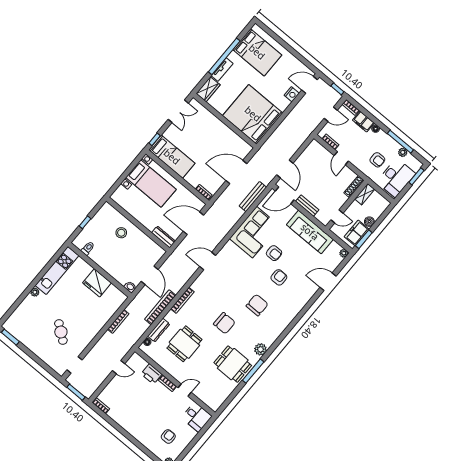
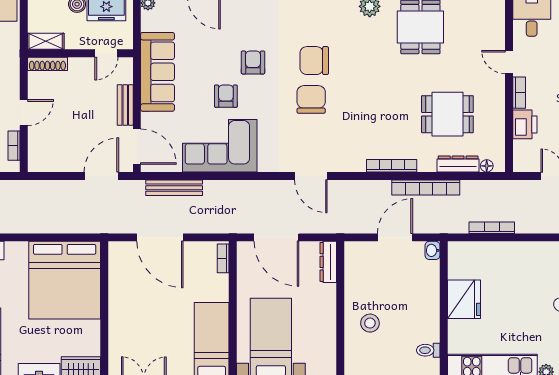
door: (337, 216) -> (106, 53), swing flipped
armchair: (279, 277) -> (253, 62), turned 90
chair: (224, 323) -> (311, 99), moved

